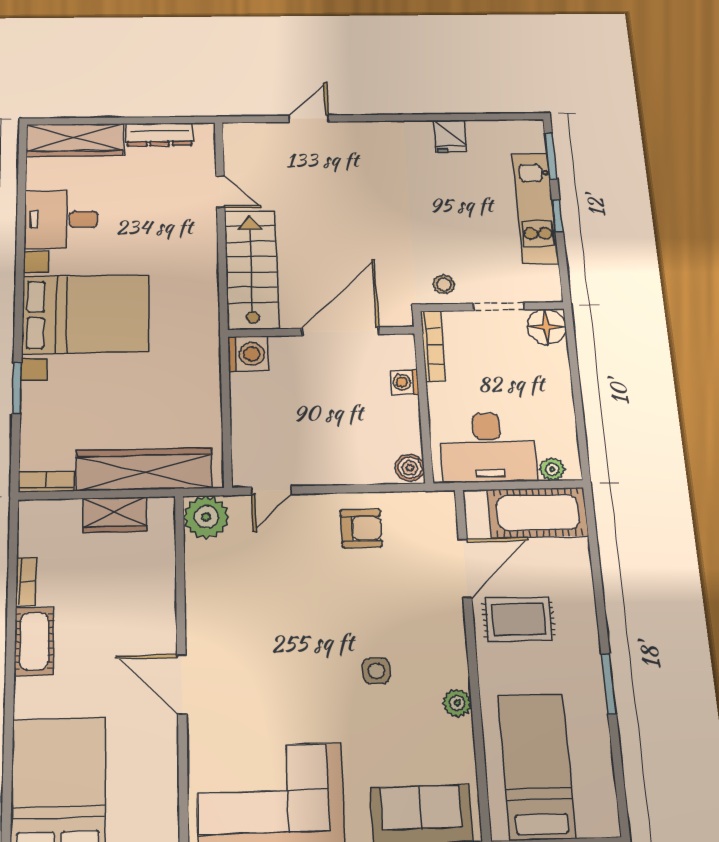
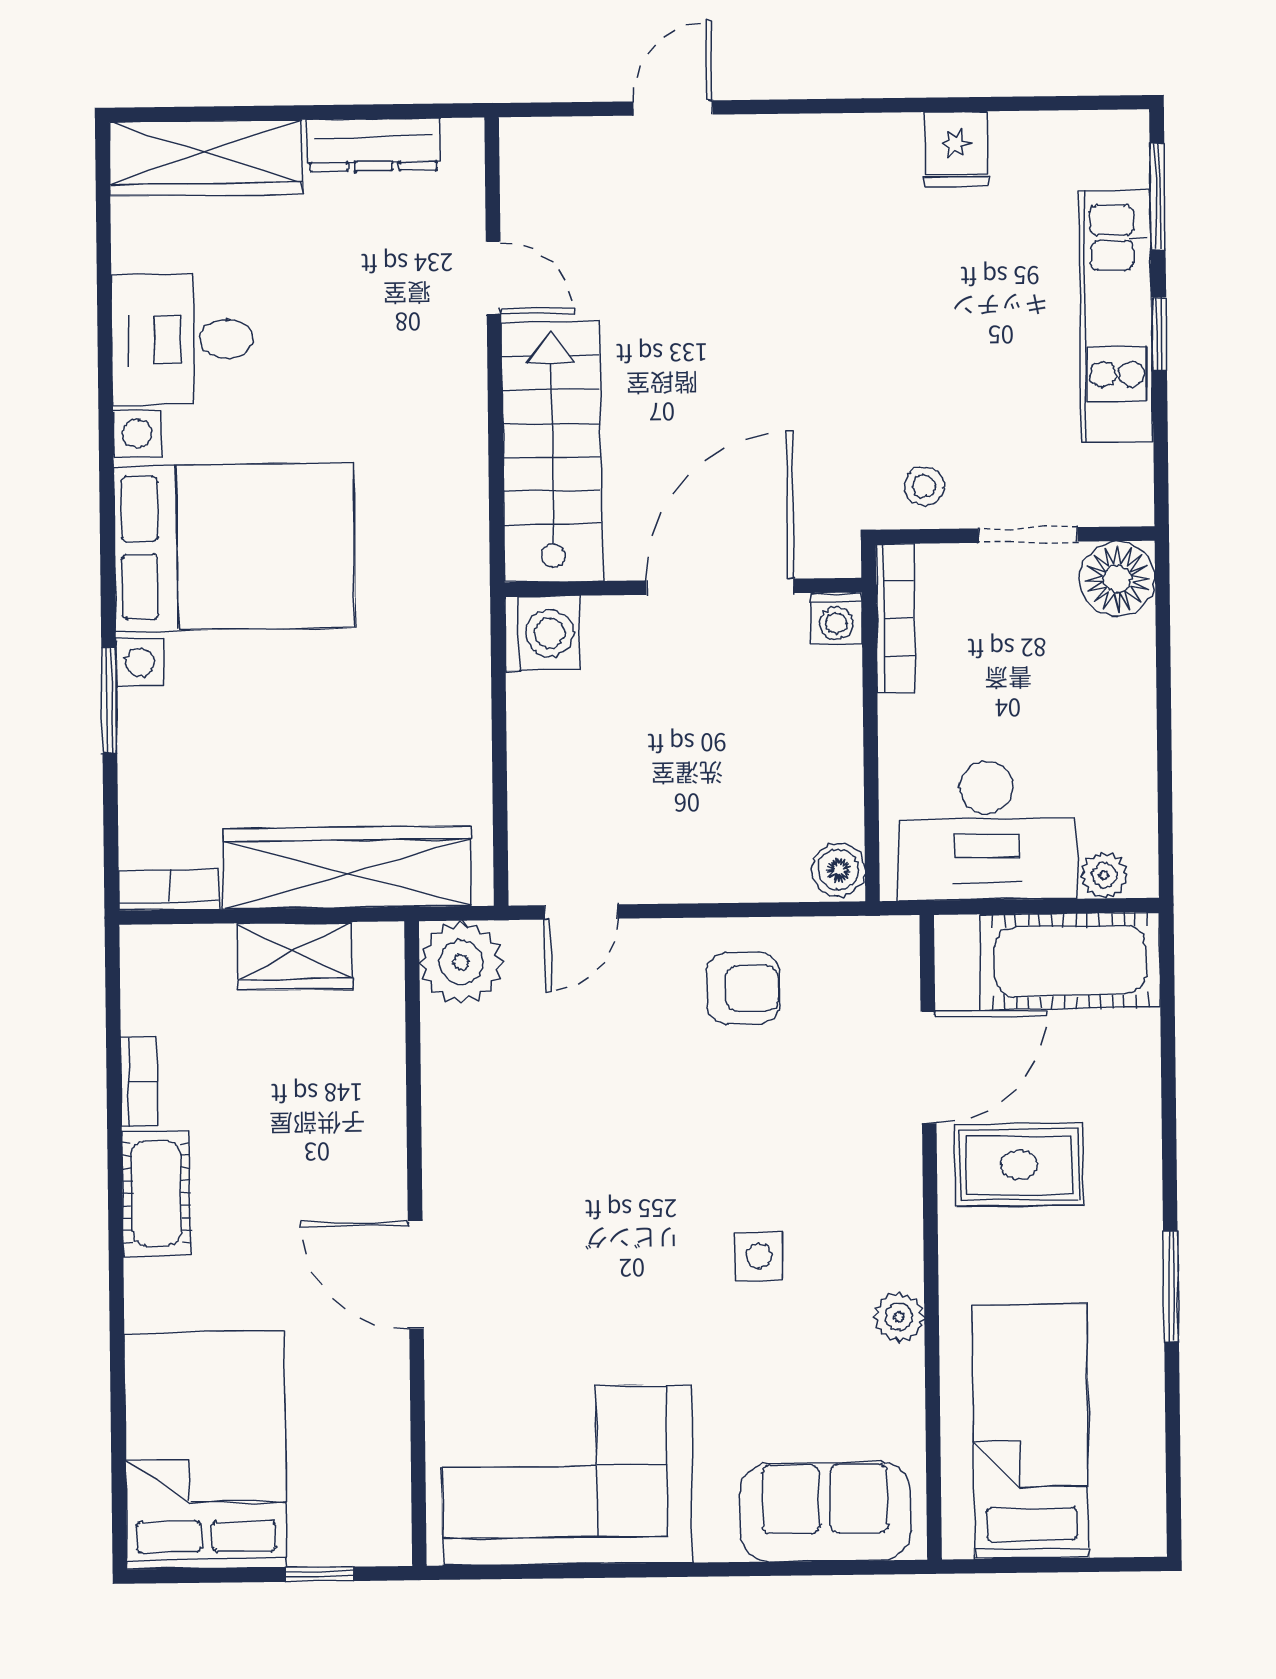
washing machine: (405, 382) -> (836, 618), moved, turned -90

